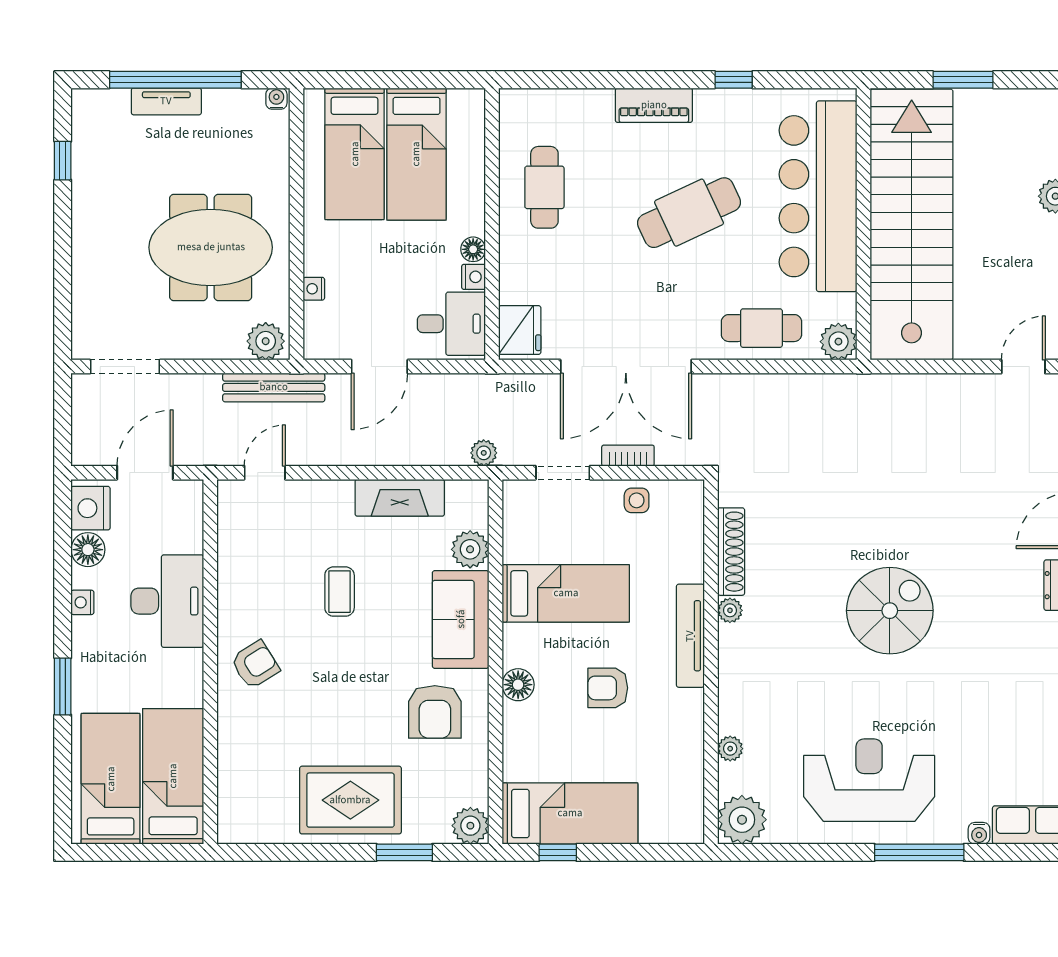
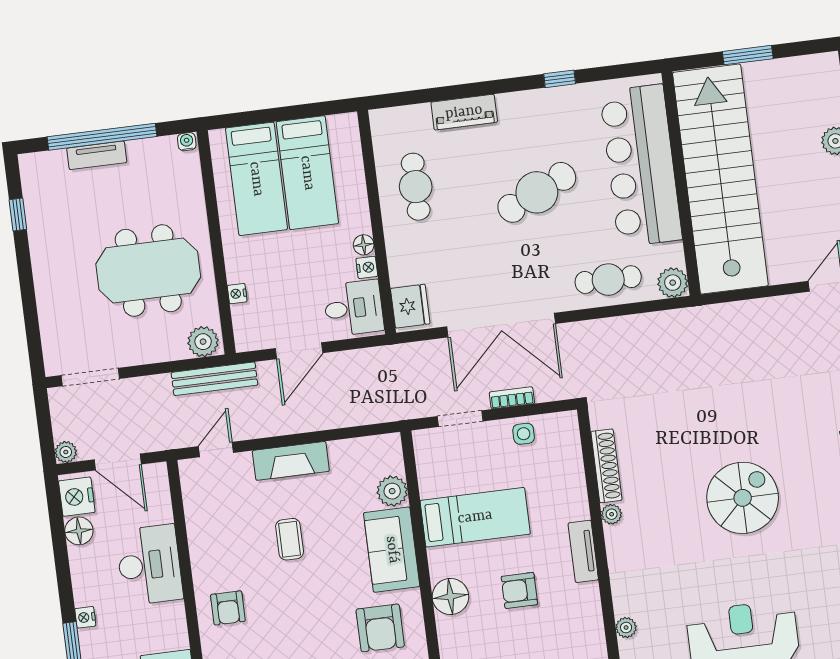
piano: (654, 105) -> (464, 112), moved
plant: (484, 453) -> (66, 452), moved
door: (145, 473) -> (118, 462), swing flipped
fireplace: (400, 498) -> (291, 461), moved
nightstand: (82, 602) -> (85, 617), moved
tv unit: (690, 636) -> (583, 551), width x0.71
armchair: (255, 665) -> (228, 608), turned 122
floor lamp: (518, 685) -> (450, 596), width x1.38, depth x1.38

